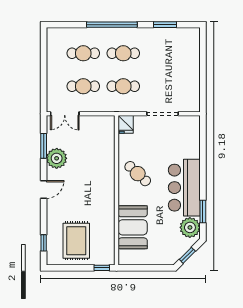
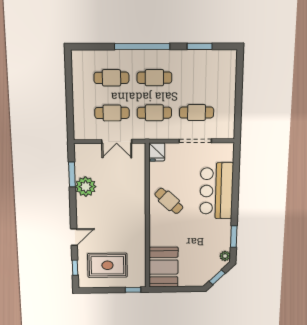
cafe table: (163, 86) -> (197, 113), added
double door: (65, 114) -> (117, 141), moved
bar counter: (184, 188) -> (217, 191), moved
door: (44, 189) -> (74, 237), moved
booth: (133, 227) -> (163, 267), moved
plant: (190, 227) -> (225, 256), width x0.53, depth x0.53
rug: (76, 241) -> (107, 265), turned 90

